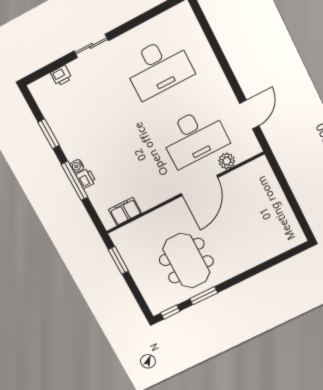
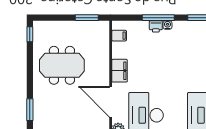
filing cabinet: (158, 194) -> (120, 71), added
filing cabinet: (125, 211) -> (119, 36), width x0.50
window: (204, 296) -> (30, 110), moved

